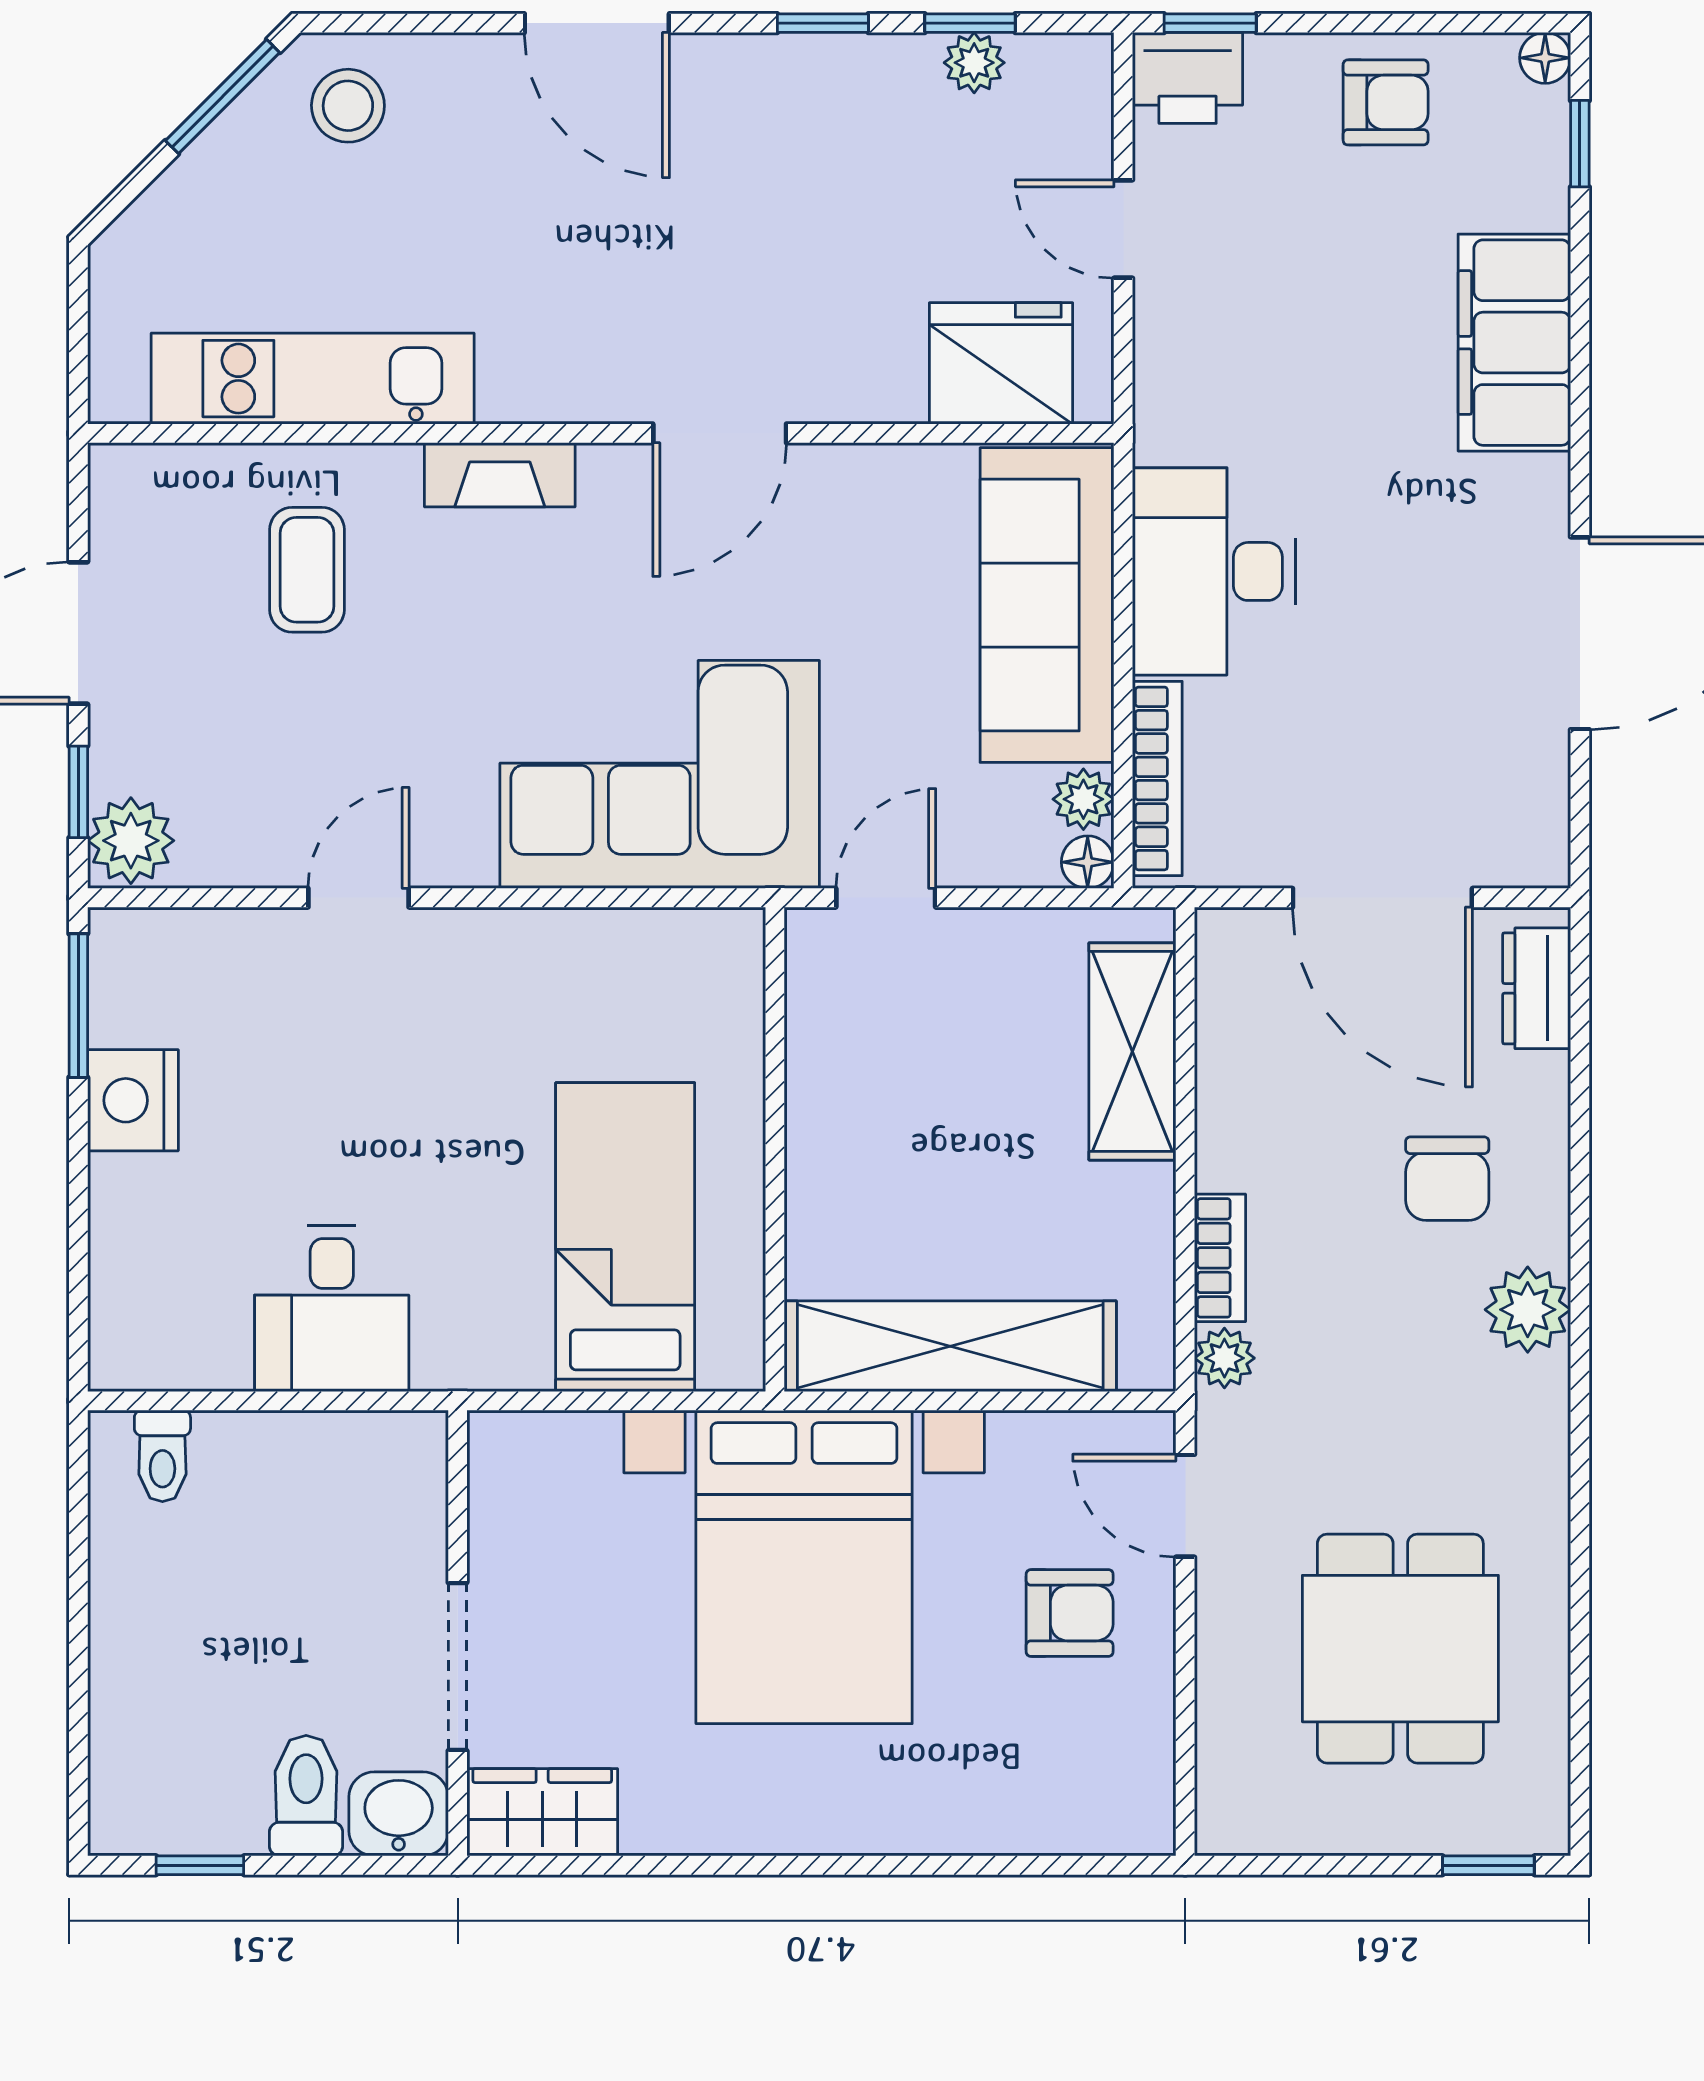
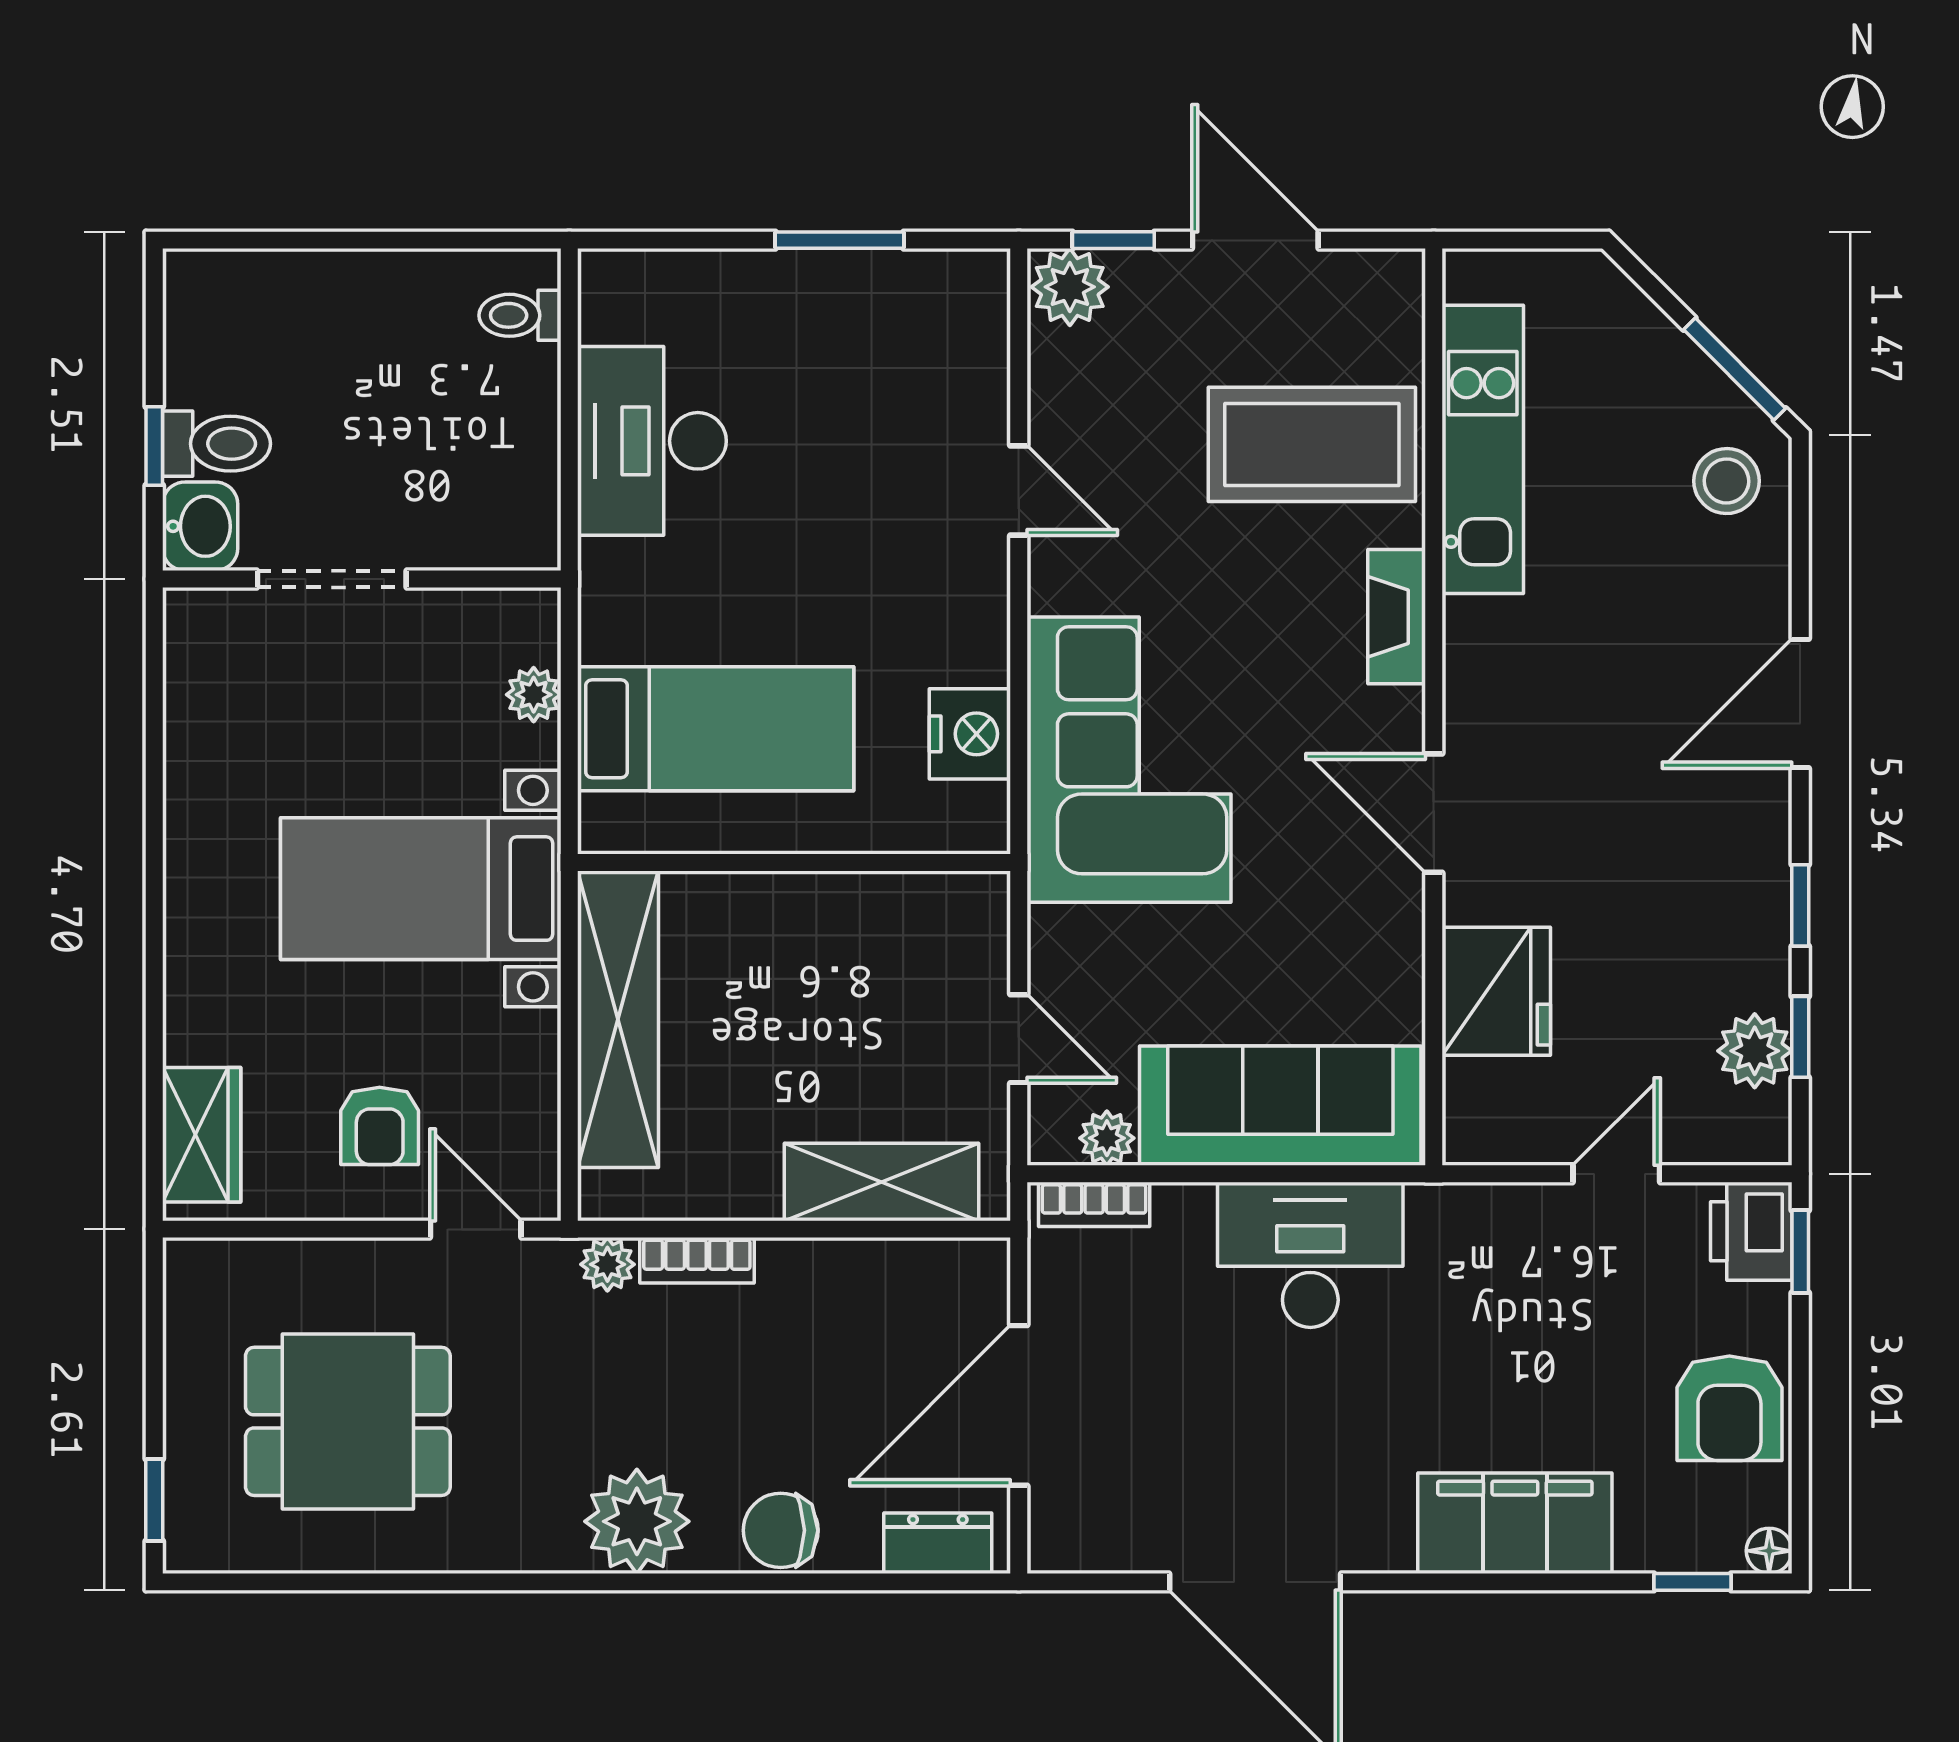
plant: (974, 63) -> (1755, 1051), width x1.38, depth x1.38
armchair: (1386, 102) -> (1729, 1408), width x1.38, depth x1.38
fridge: (1001, 363) -> (1496, 991), moved
coffee table: (307, 570) -> (1312, 444), width x1.86, depth x1.72
bookcase: (1157, 778) -> (1094, 1204), width x0.64
floor lamp: (1088, 862) -> (1051, 1142), removed
door: (886, 898) -> (1019, 1039), moved
window: (78, 1006) -> (839, 240), moved
nightstand: (133, 1100) -> (970, 734), moved, turned 90
chair: (1447, 1179) -> (781, 1530), moved
desk: (332, 1308) -> (652, 441), width x1.37
plant: (1528, 1310) -> (637, 1521), width x1.36, depth x1.36
plant: (587, 1441) -> (534, 695), added
door: (1185, 1506) -> (476, 1229), hinge flipped
bed with nightstands: (804, 1567) -> (421, 889), width x0.73
wardrobe: (542, 1812) -> (202, 1135), moved
window: (200, 1865) -> (154, 446), moved

